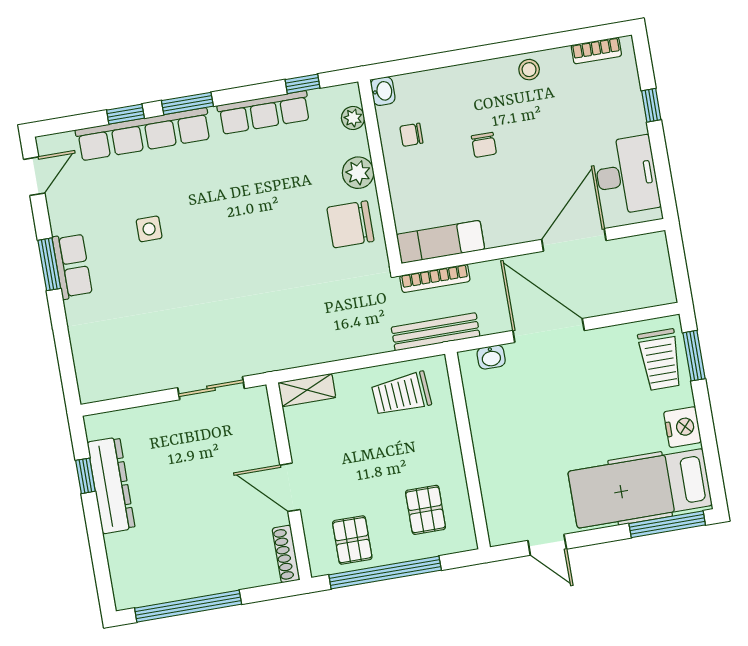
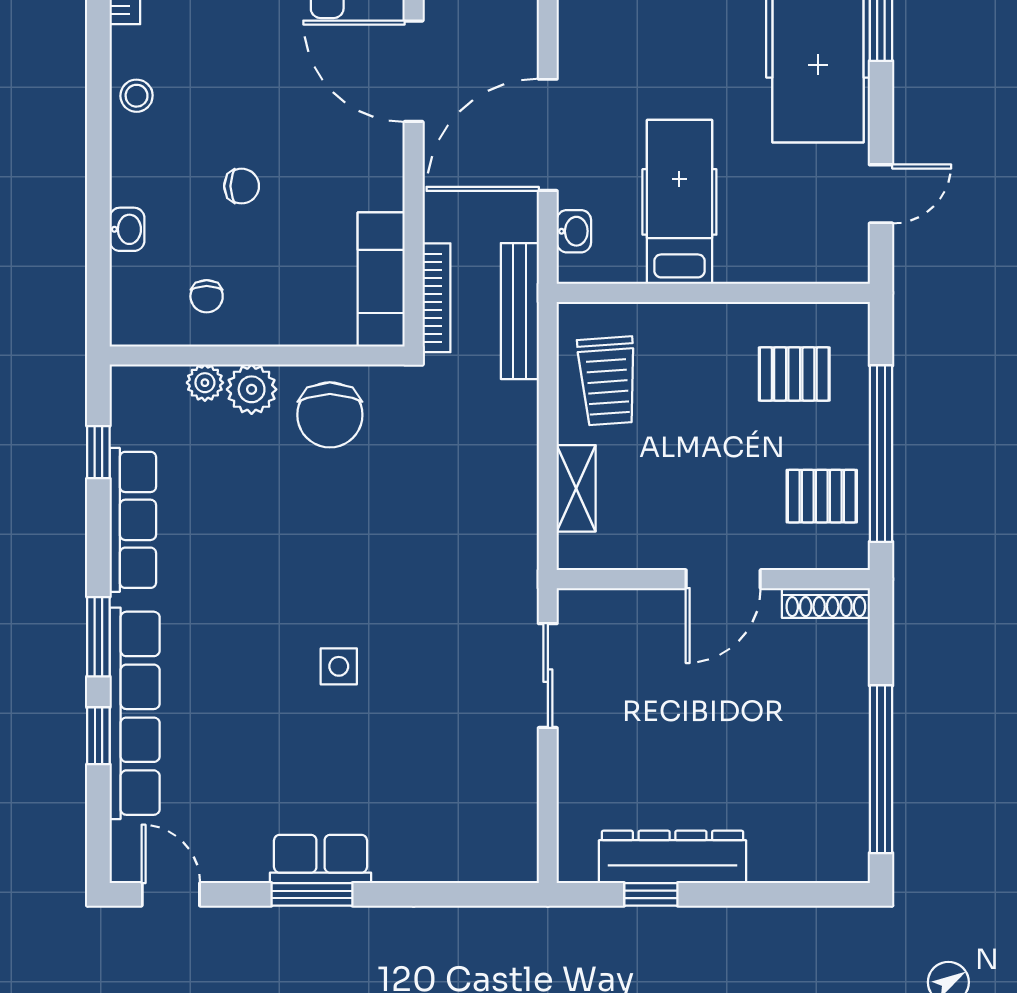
washbasin: (383, 91) -> (127, 229), moved, turned 90
plant: (353, 118) -> (205, 383), moved
side table: (149, 229) -> (339, 666), moved
shelving: (307, 390) -> (576, 488), moved
hospital bed: (521, 420) -> (679, 202), added

